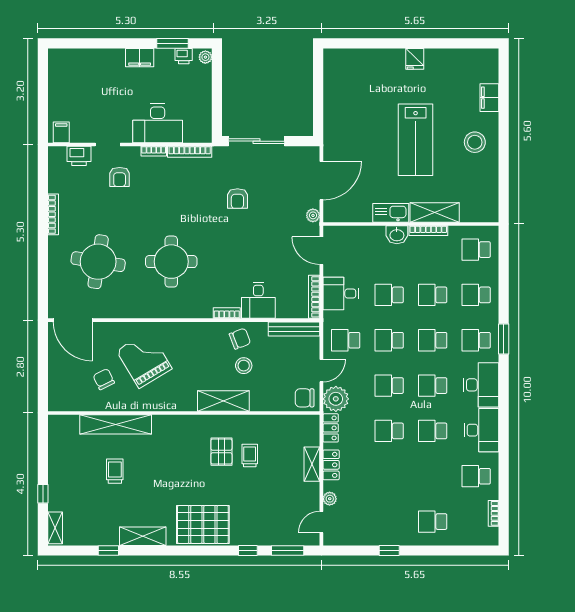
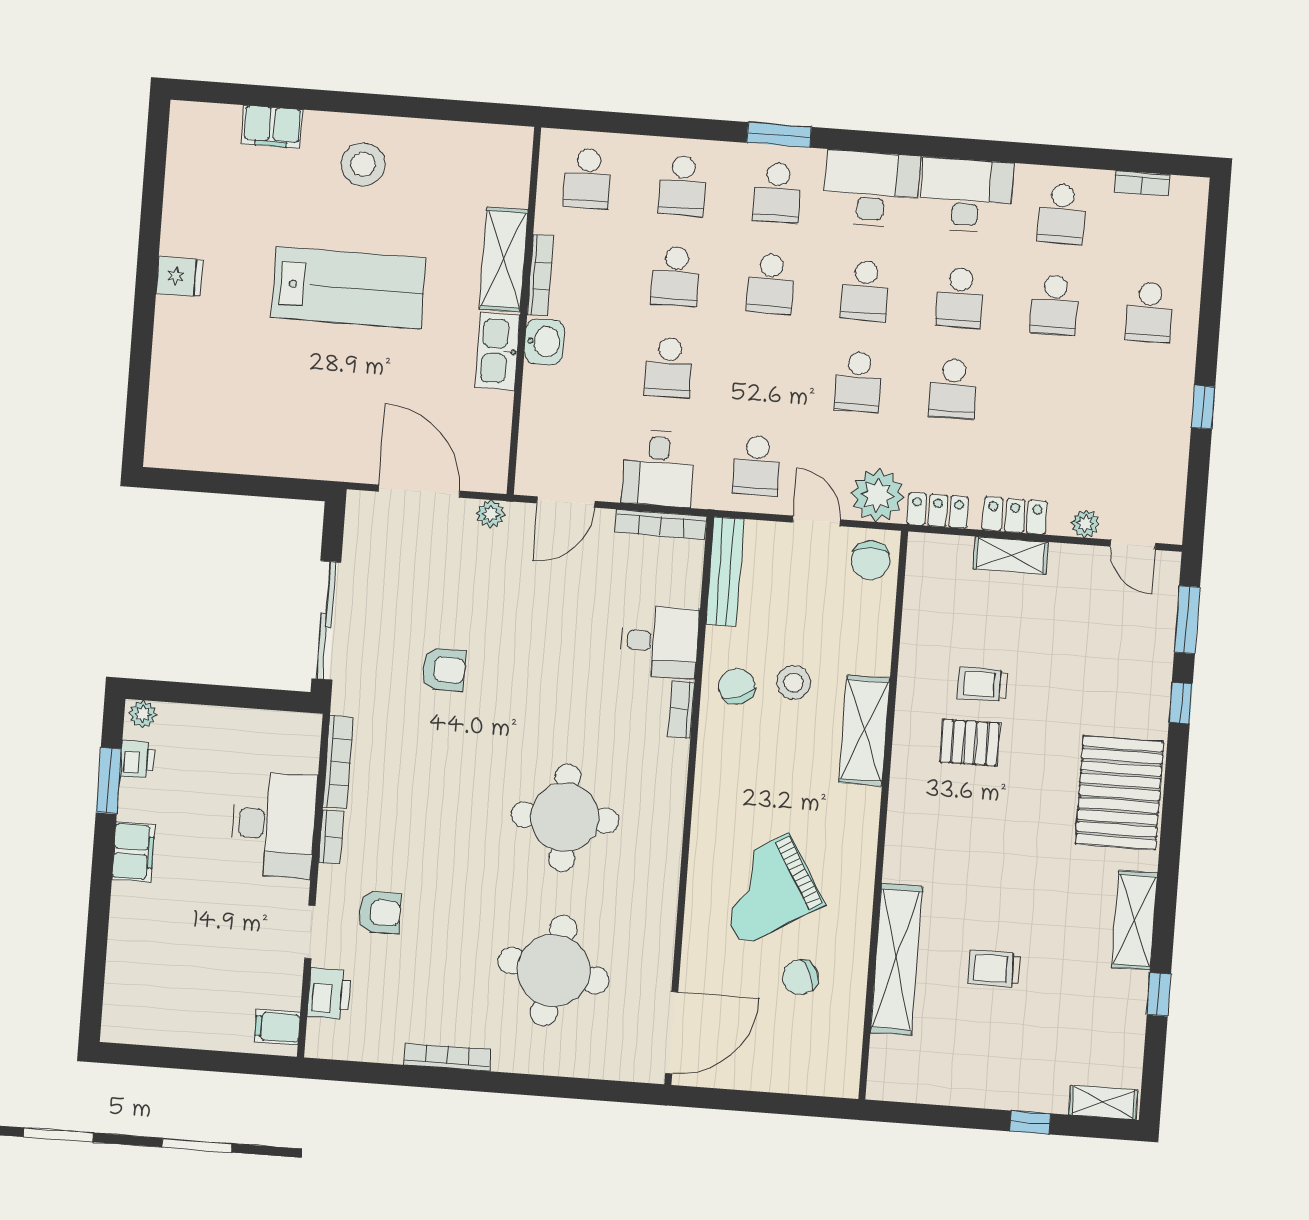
school desk: (389, 340) -> (1055, 305), moved

